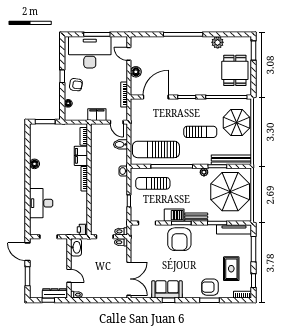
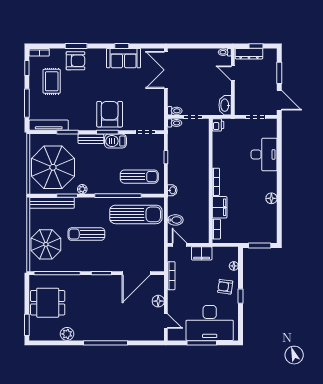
dining table: (235, 70) -> (48, 303), turned 90

